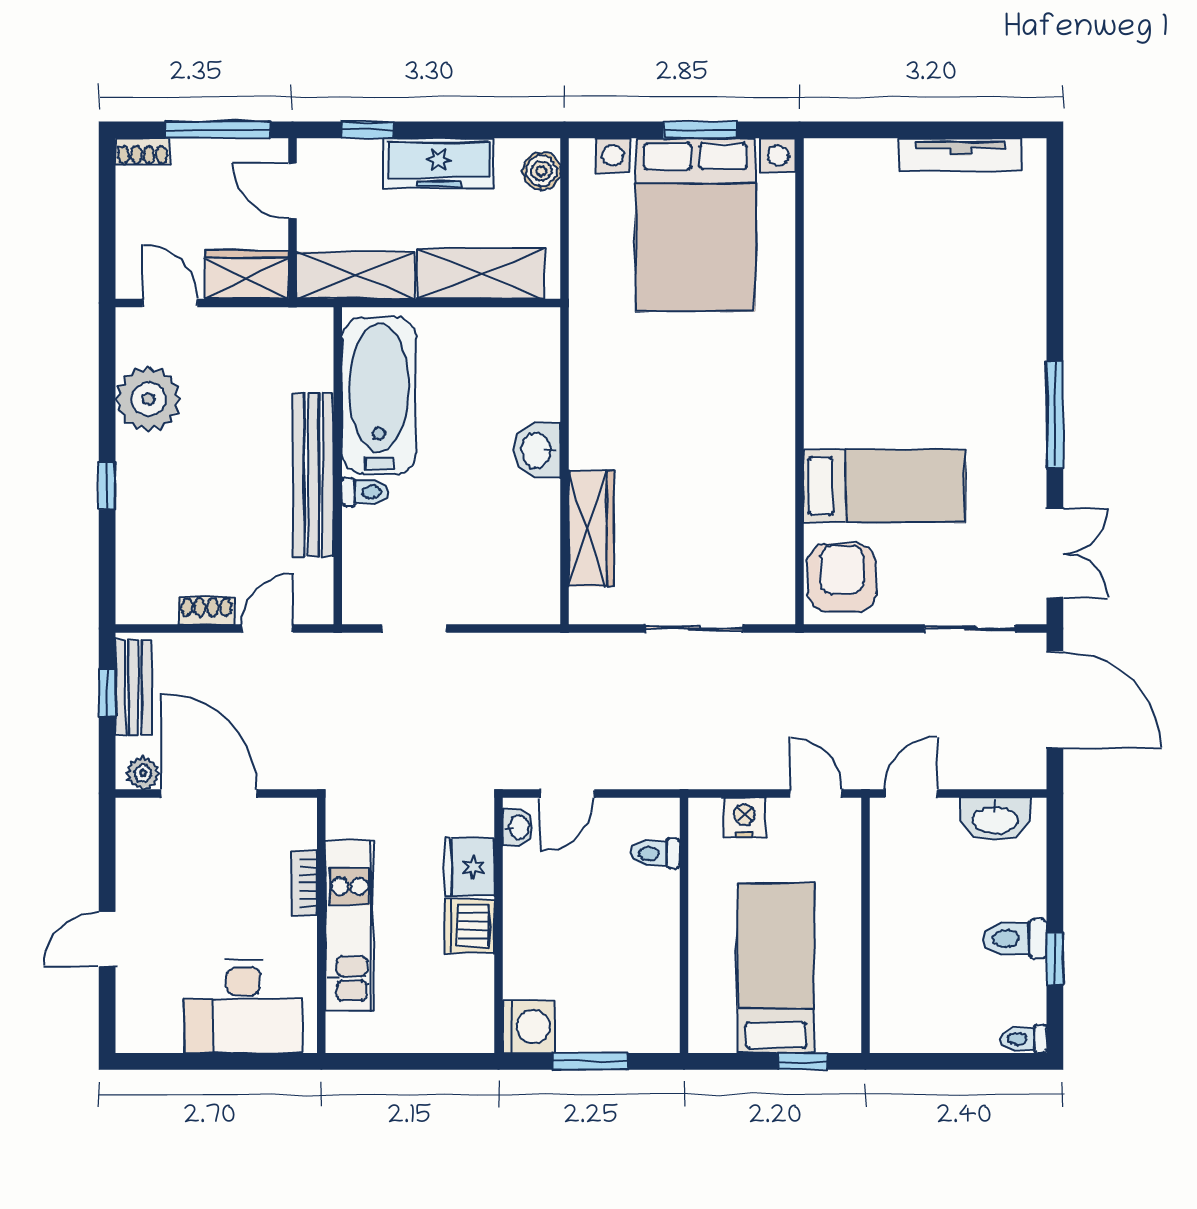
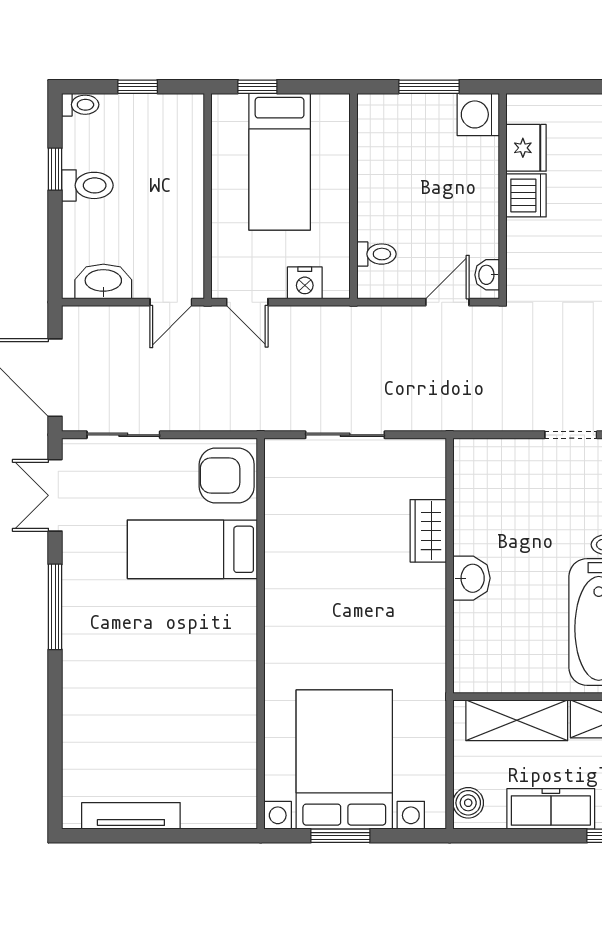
wardrobe: (591, 529) -> (428, 531), width x0.67
armchair: (842, 578) -> (227, 476), turned 90
fridge: (469, 867) -> (526, 148), moved
window: (952, 1061) -> (138, 87), added

